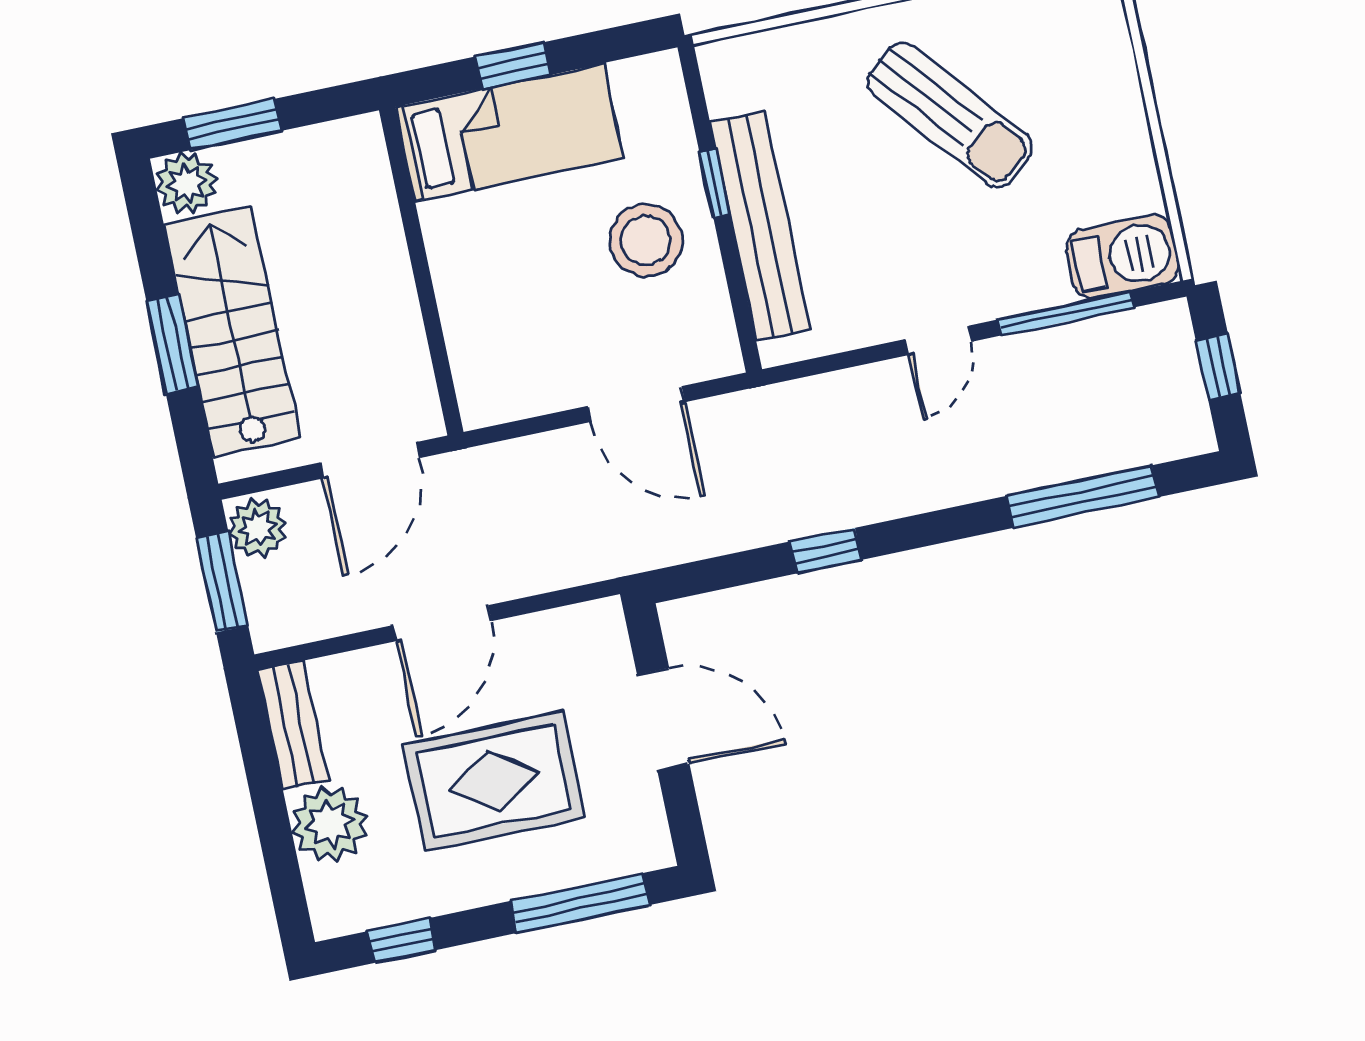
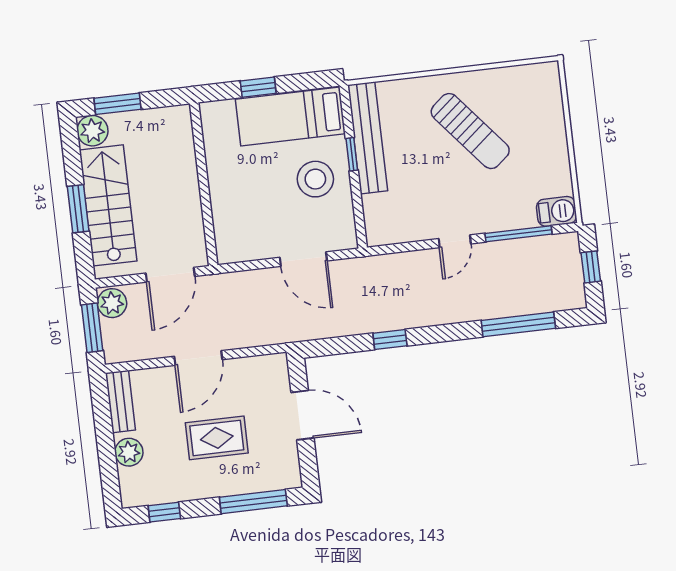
bed: (509, 133) -> (290, 117), moved, turned 180
bench: (760, 226) -> (368, 138), moved
barbecue: (1123, 257) -> (557, 211), width x0.73, depth x0.79
rug: (494, 781) -> (217, 438), width x0.73, depth x0.70
plant: (329, 824) -> (129, 452), width x0.73, depth x0.73

